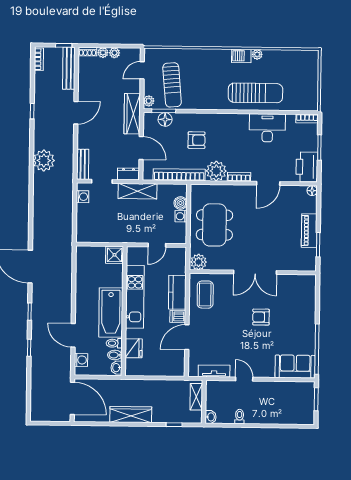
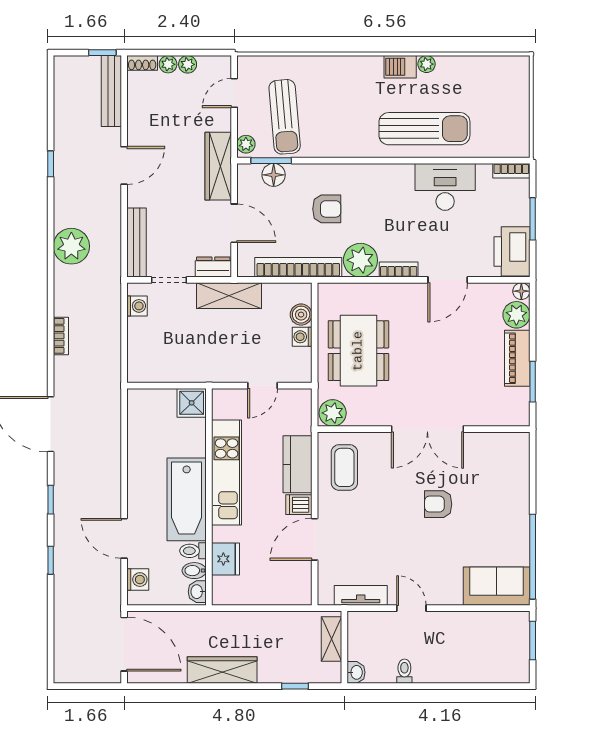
bookcase: (39, 59) -> (61, 336), moved
bench: (83, 164) -> (136, 243), width x1.36
plant: (309, 205) -> (516, 315), added

